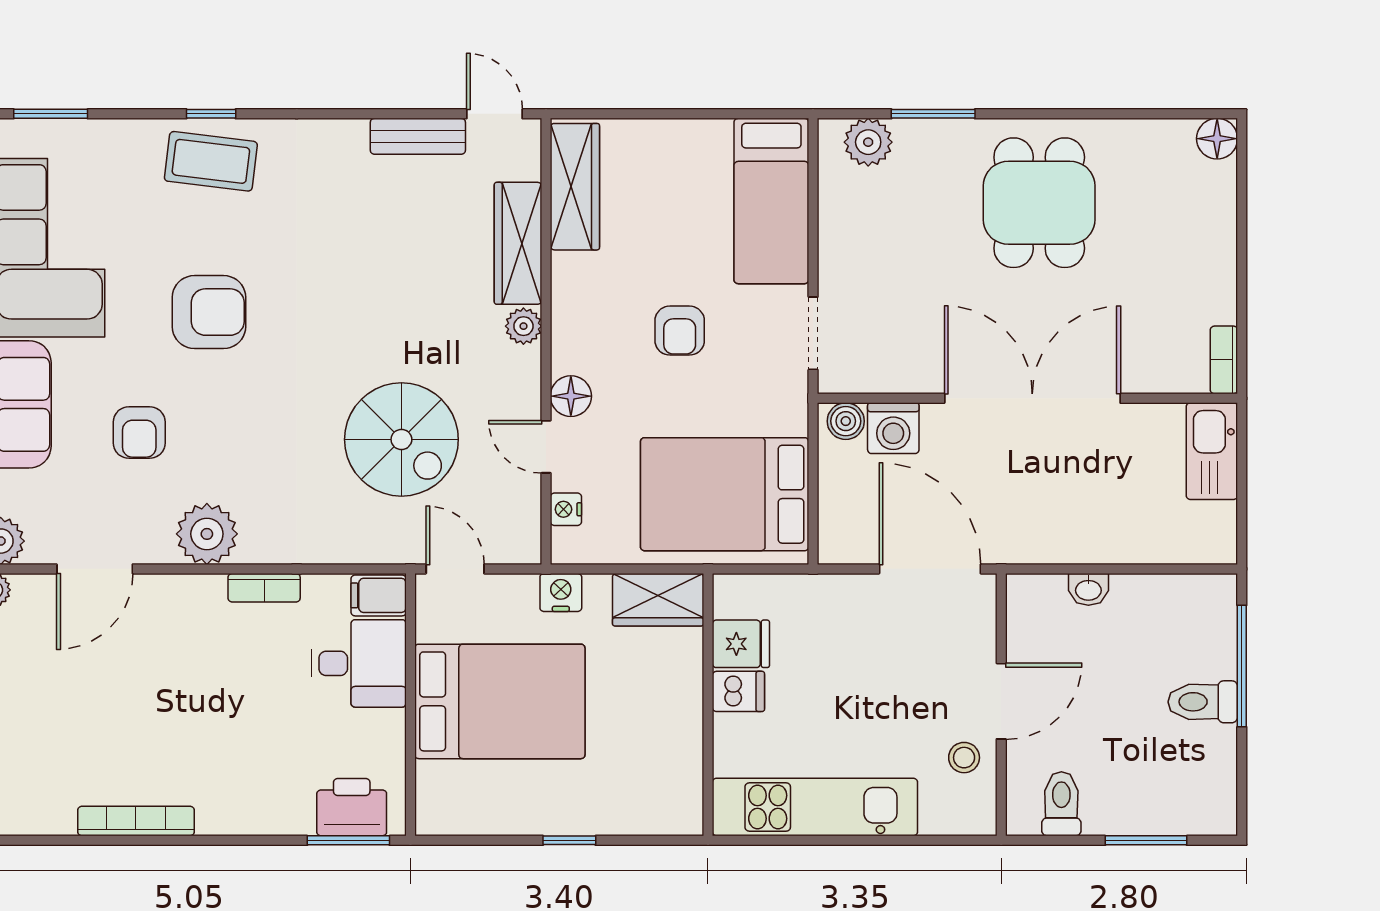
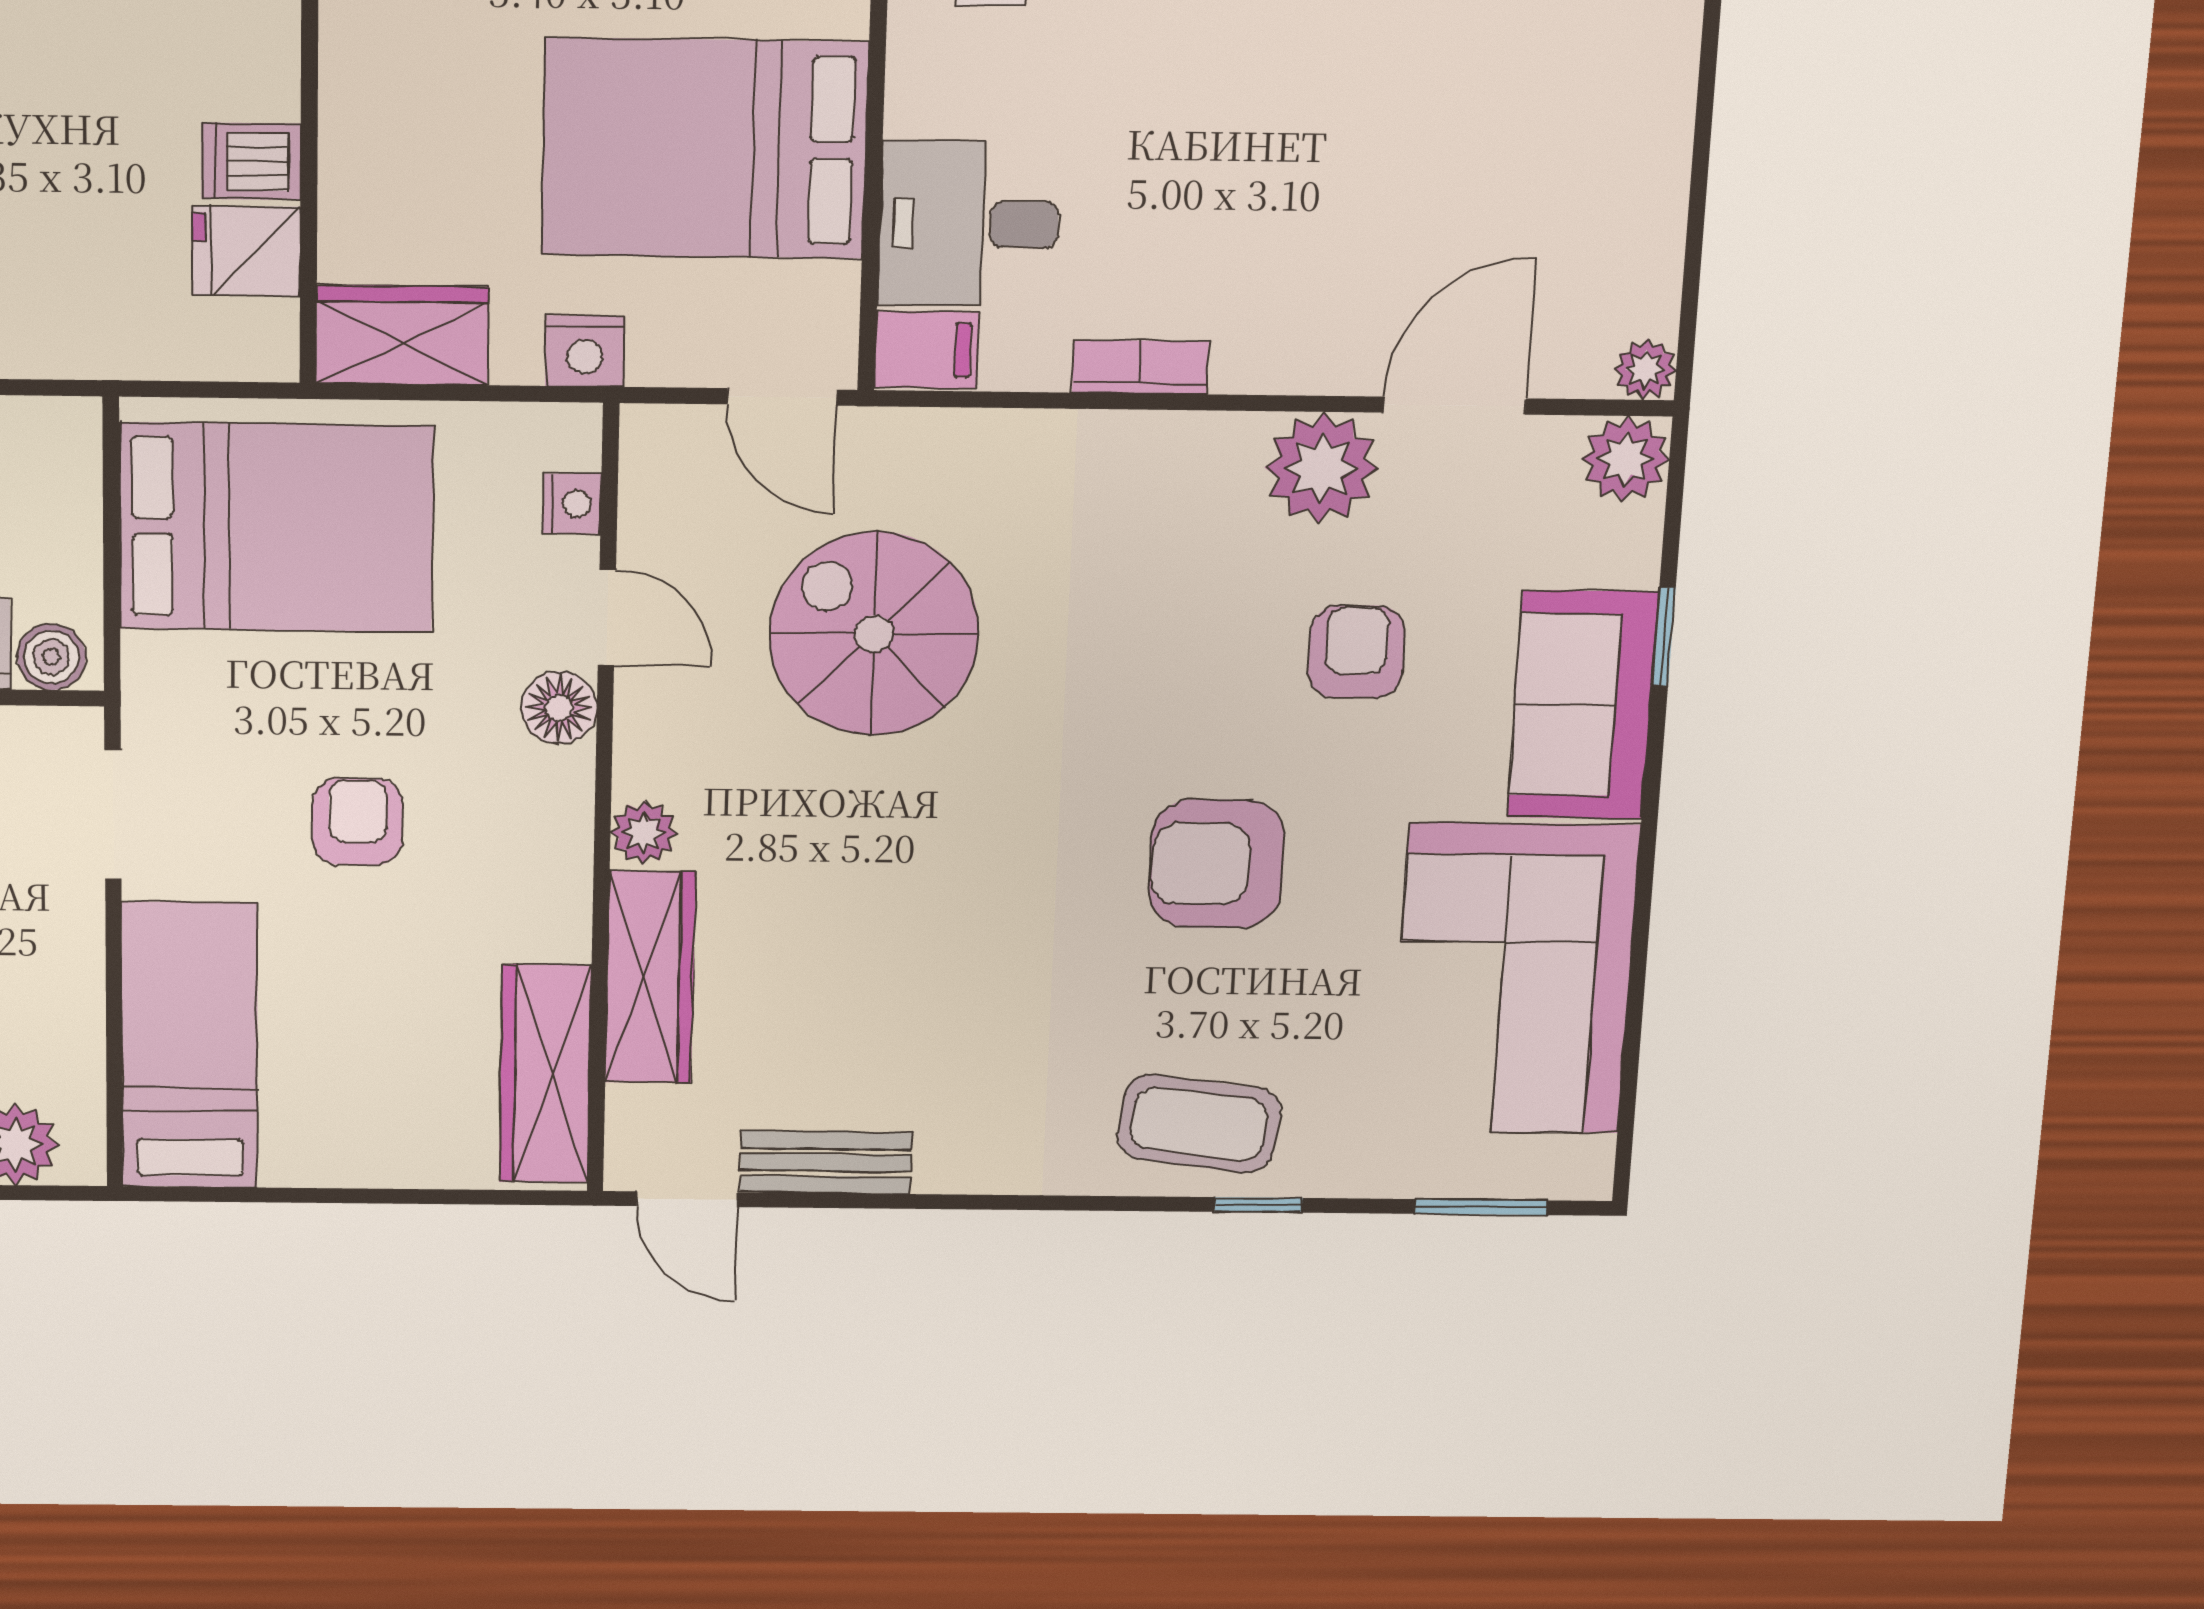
window: (211, 114) -> (1258, 1205), moved
plant: (207, 534) -> (1321, 468), moved

